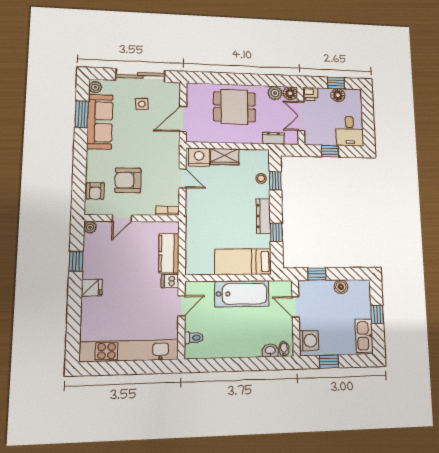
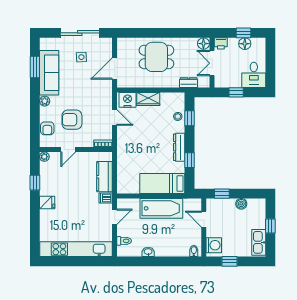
plant: (95, 87) -> (45, 101), moved
plant: (275, 93) -> (191, 44), removed
washbasin: (270, 351) -> (148, 252), moved

